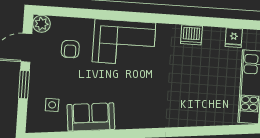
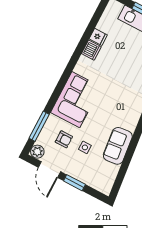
window: (73, 13) -> (39, 126), added
fridge: (234, 38) -> (98, 37), moved
side table: (52, 105) -> (85, 147), moved

